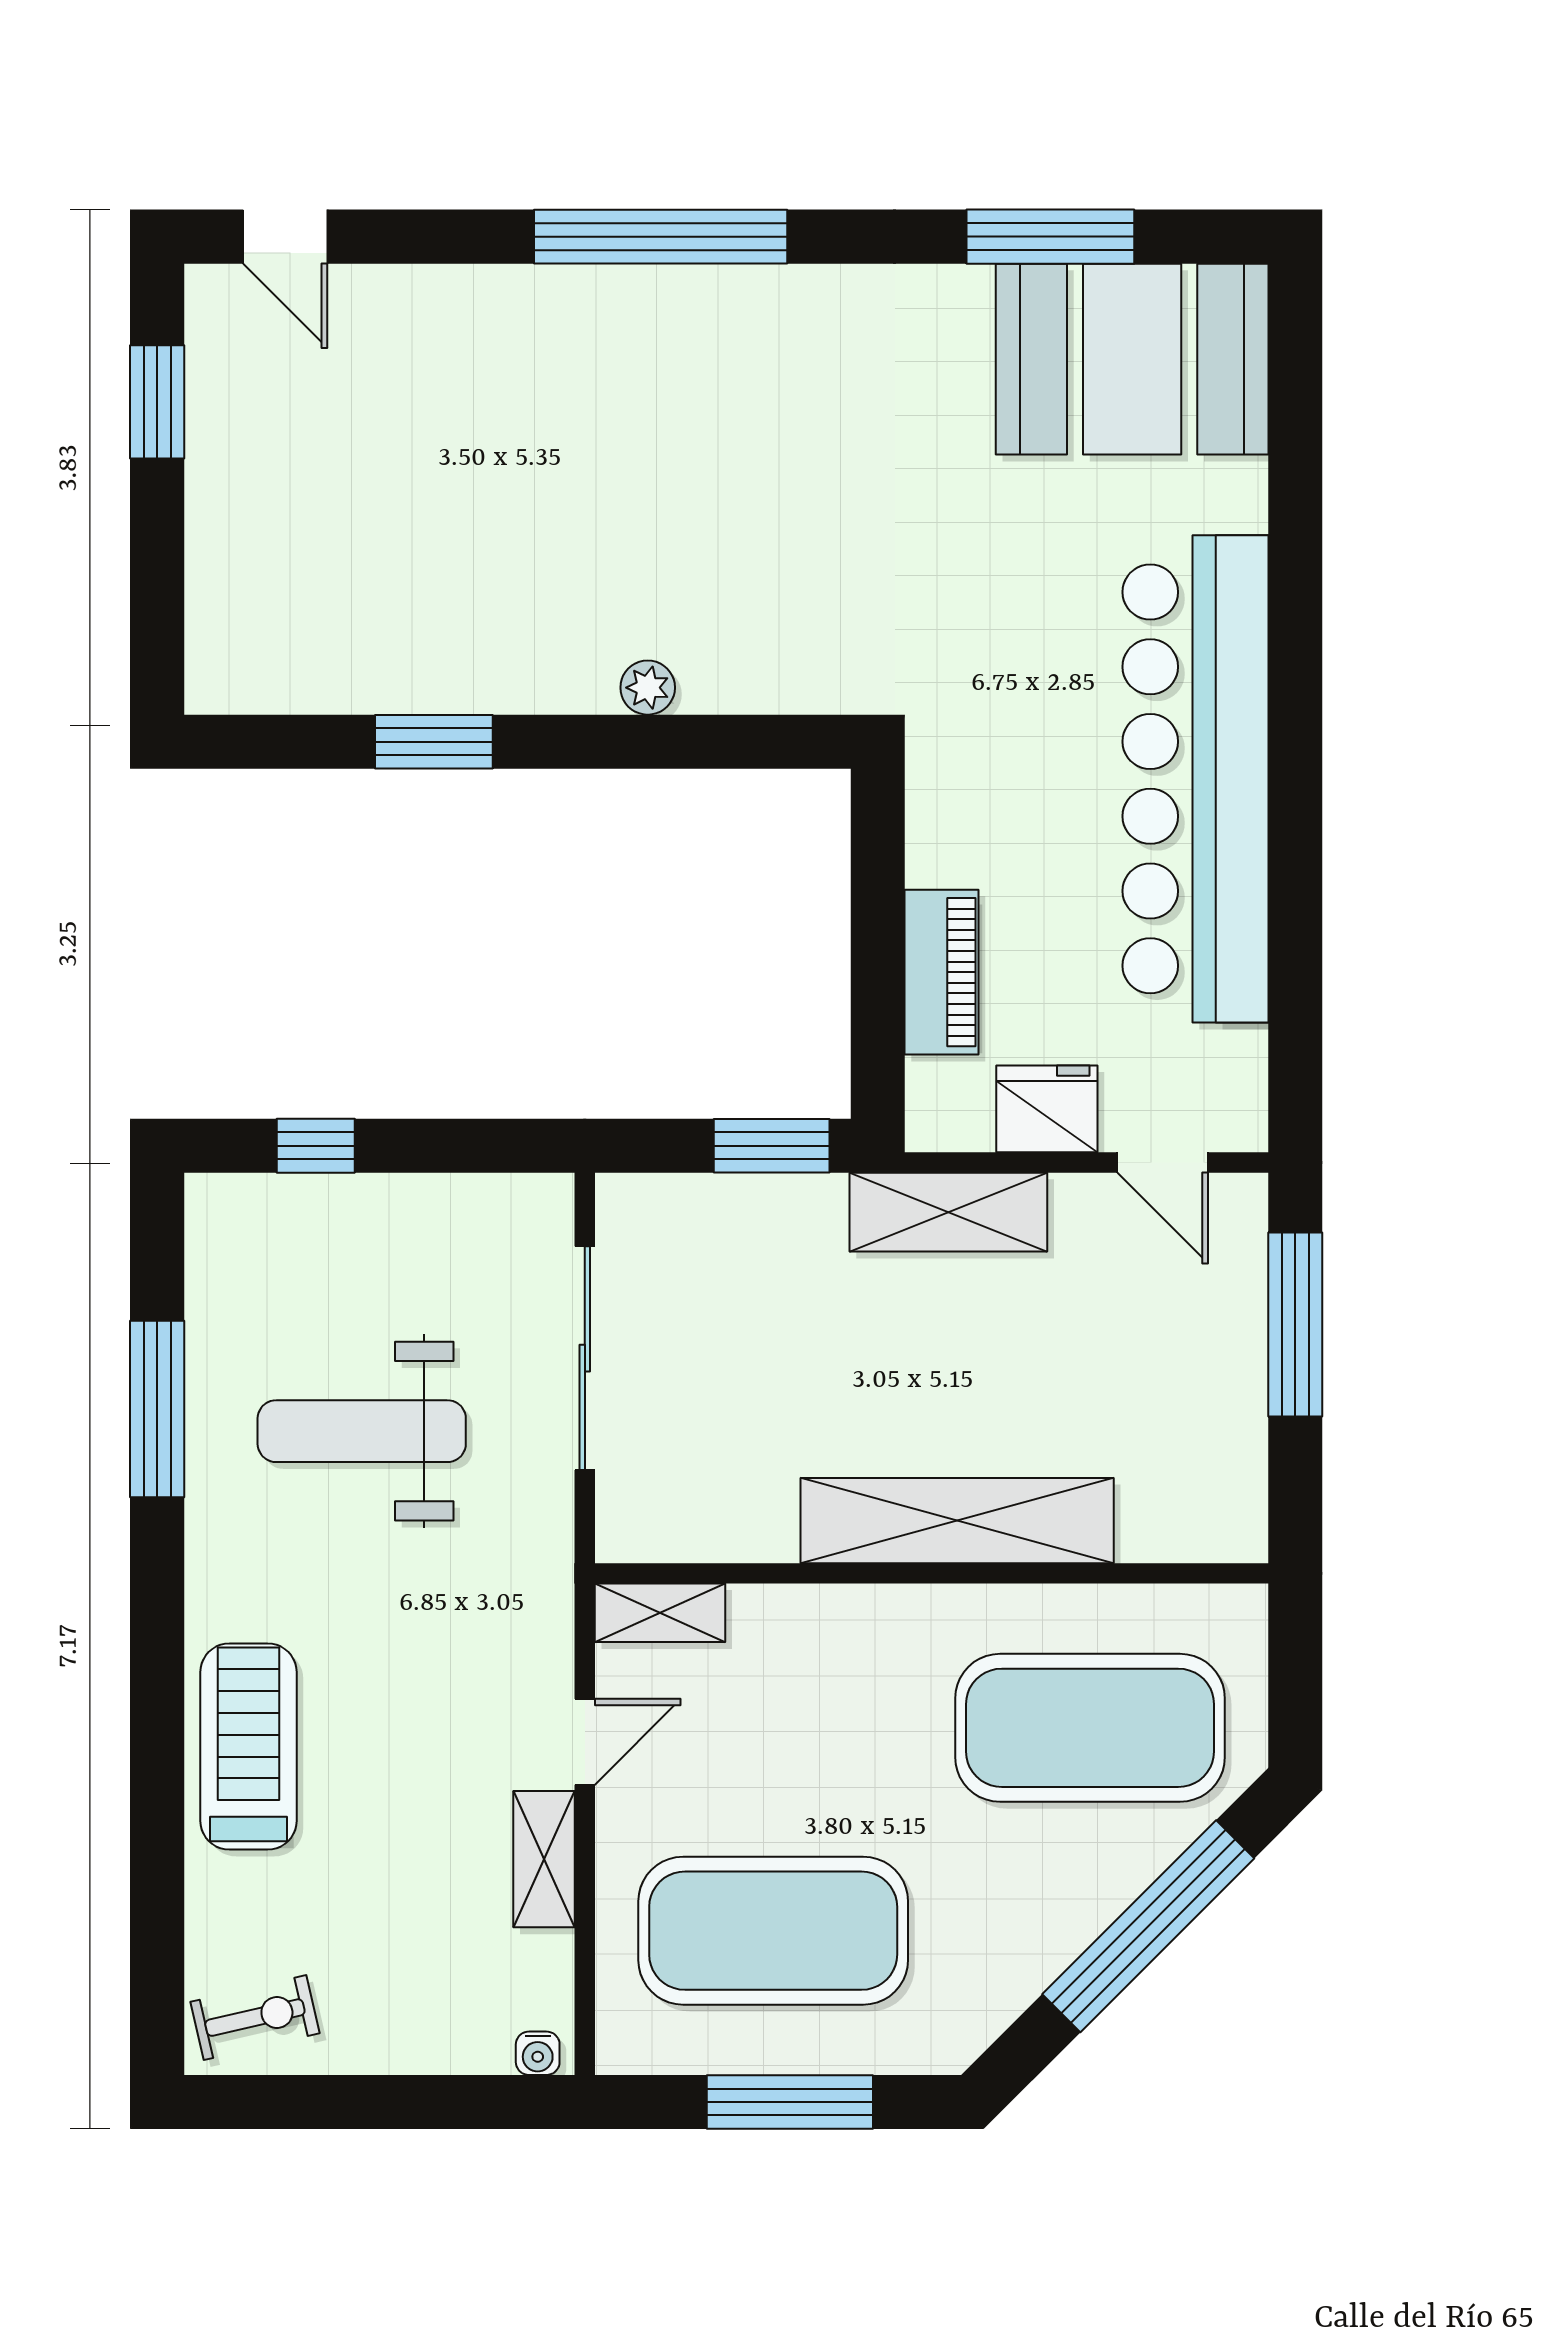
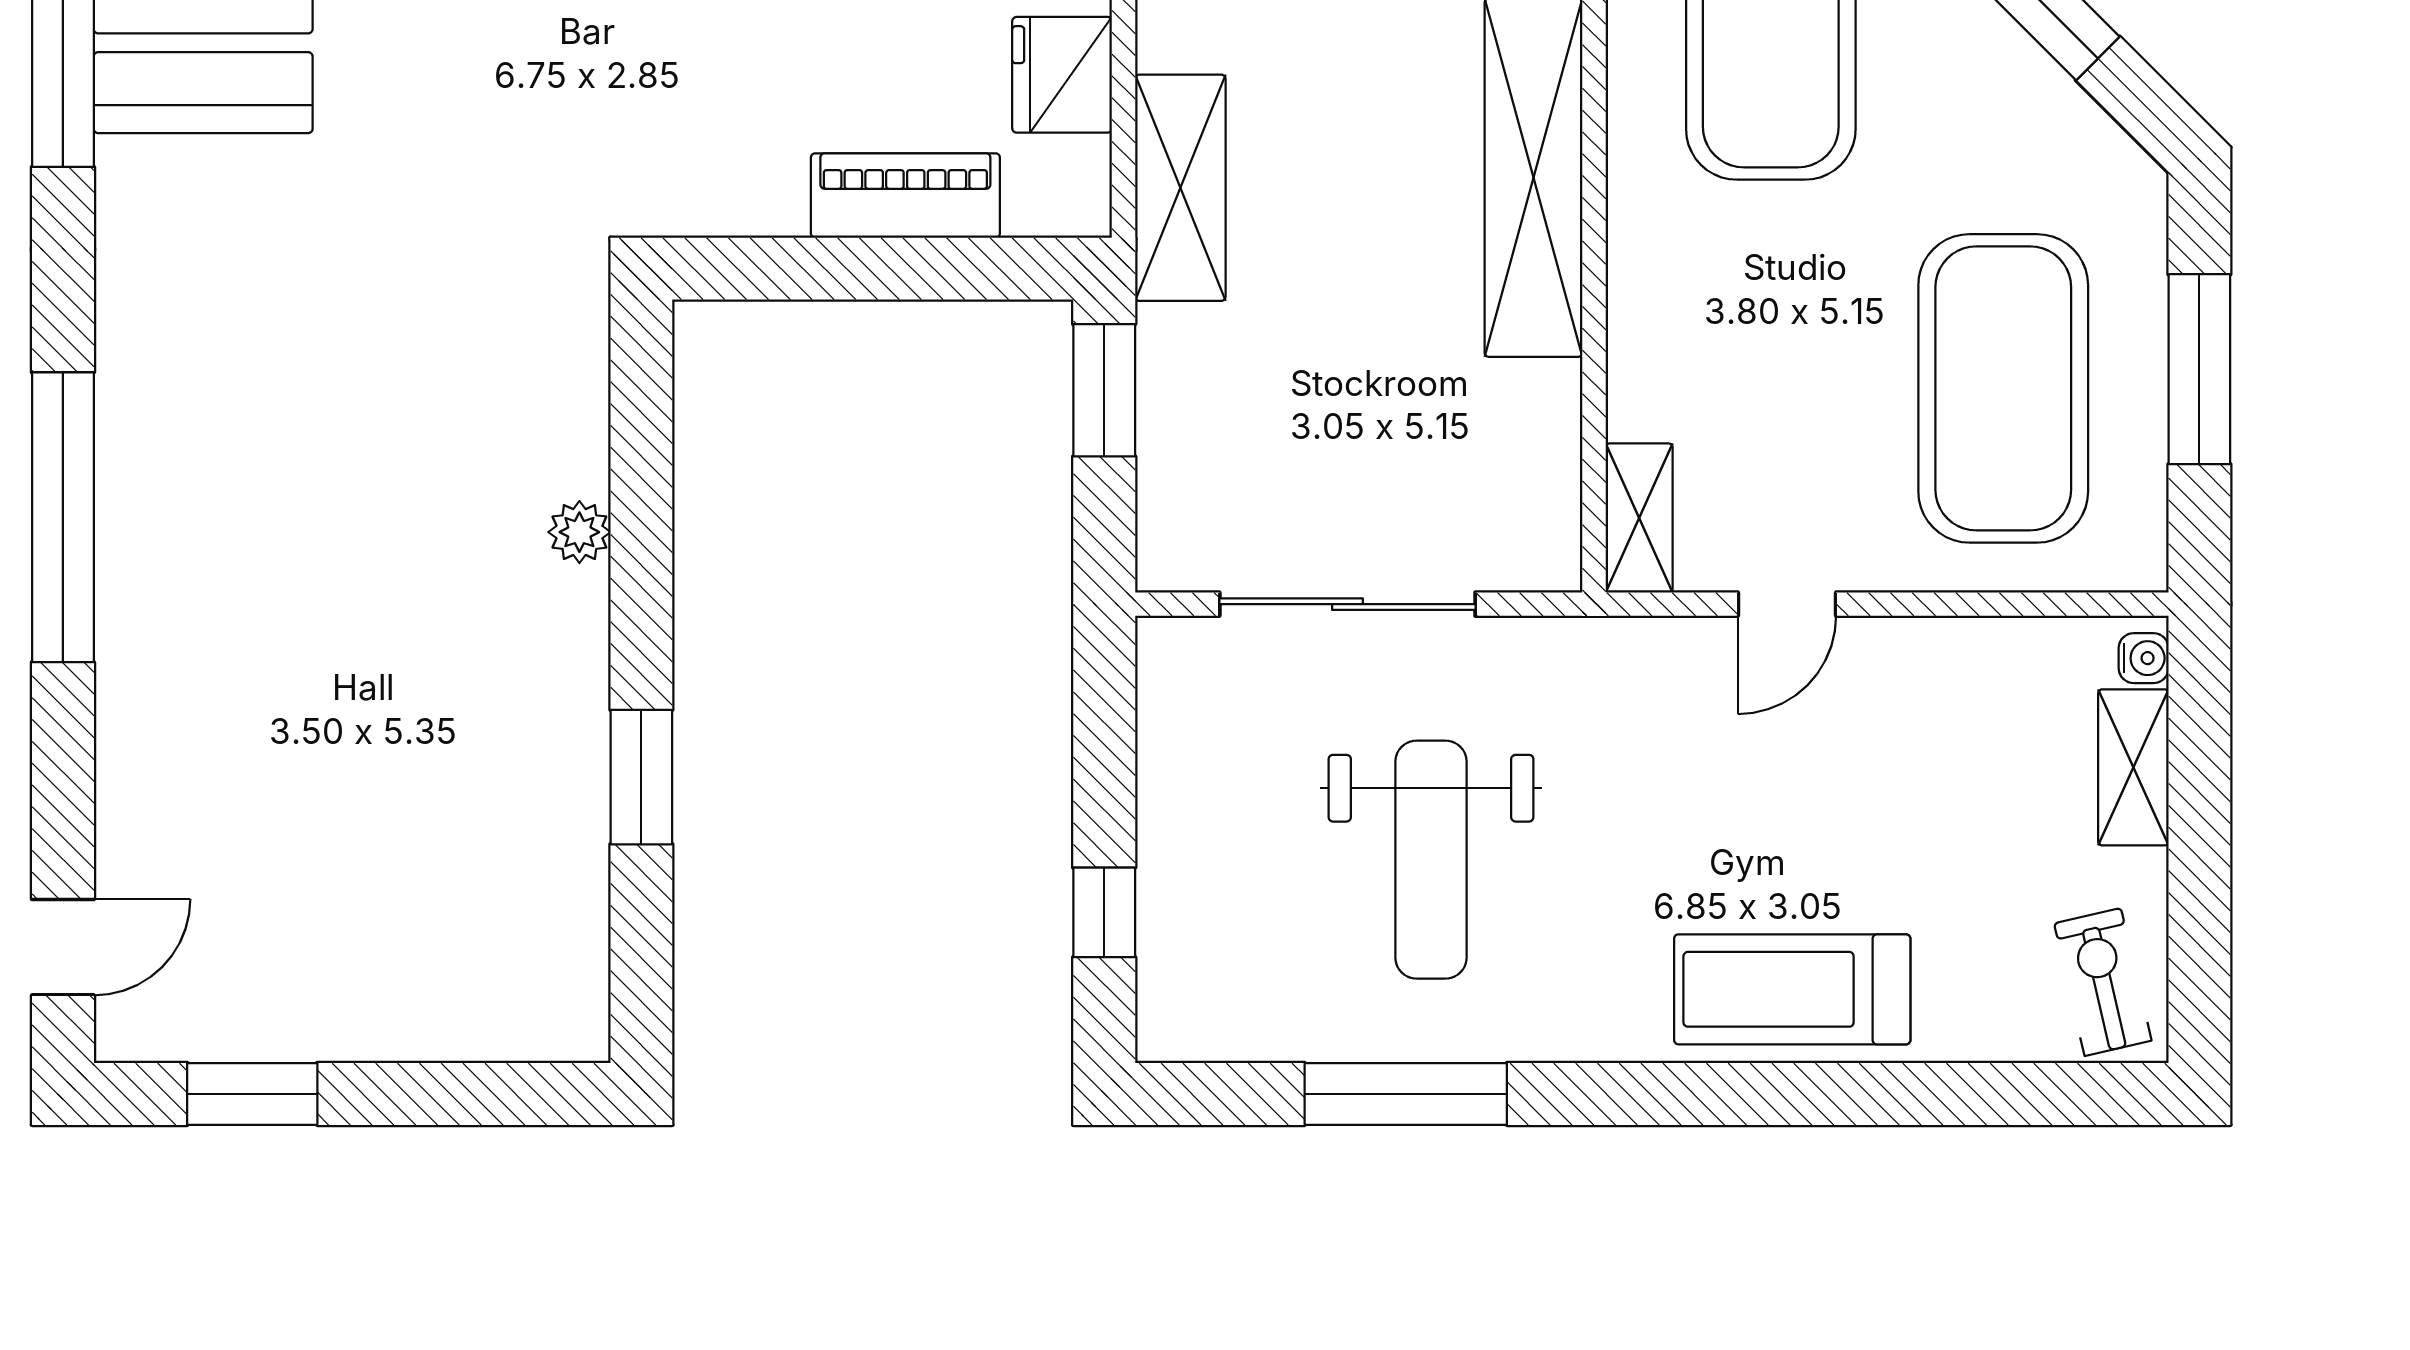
door: (585, 1742) -> (1787, 604), swing flipped
shelving: (544, 1859) -> (2133, 767), moved, turned 90

